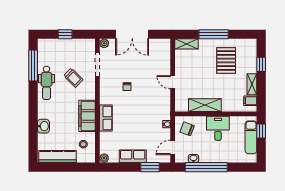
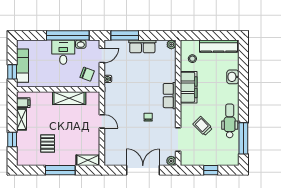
pallet: (226, 61) -> (48, 143), width x0.67, depth x0.71
row of seats: (106, 118) -> (170, 96), moved
desk: (218, 128) -> (63, 52), moved, turned 180
window: (150, 167) -> (125, 35), width x1.44

